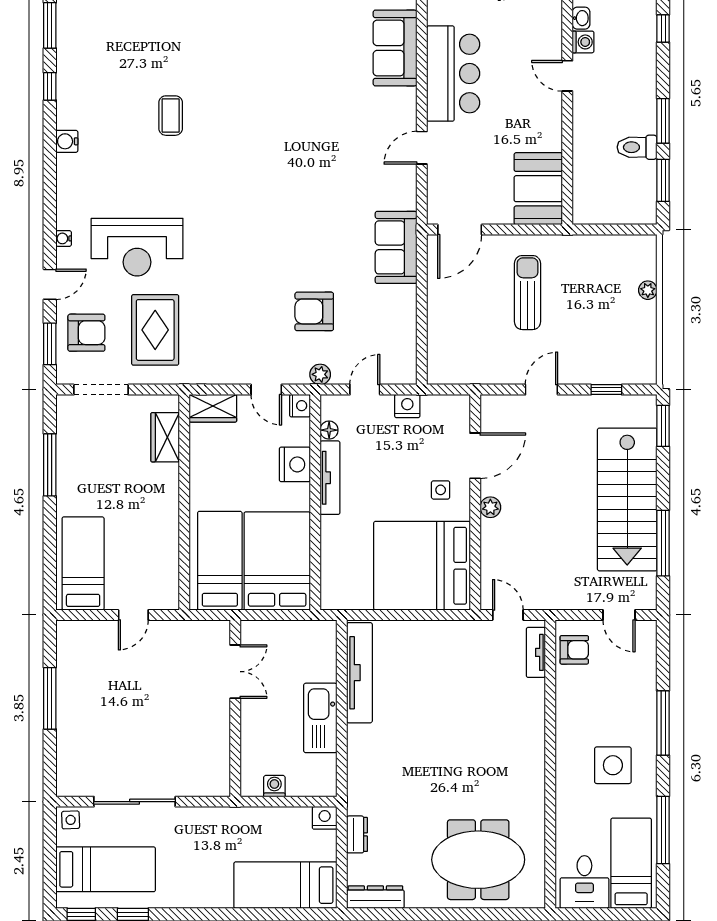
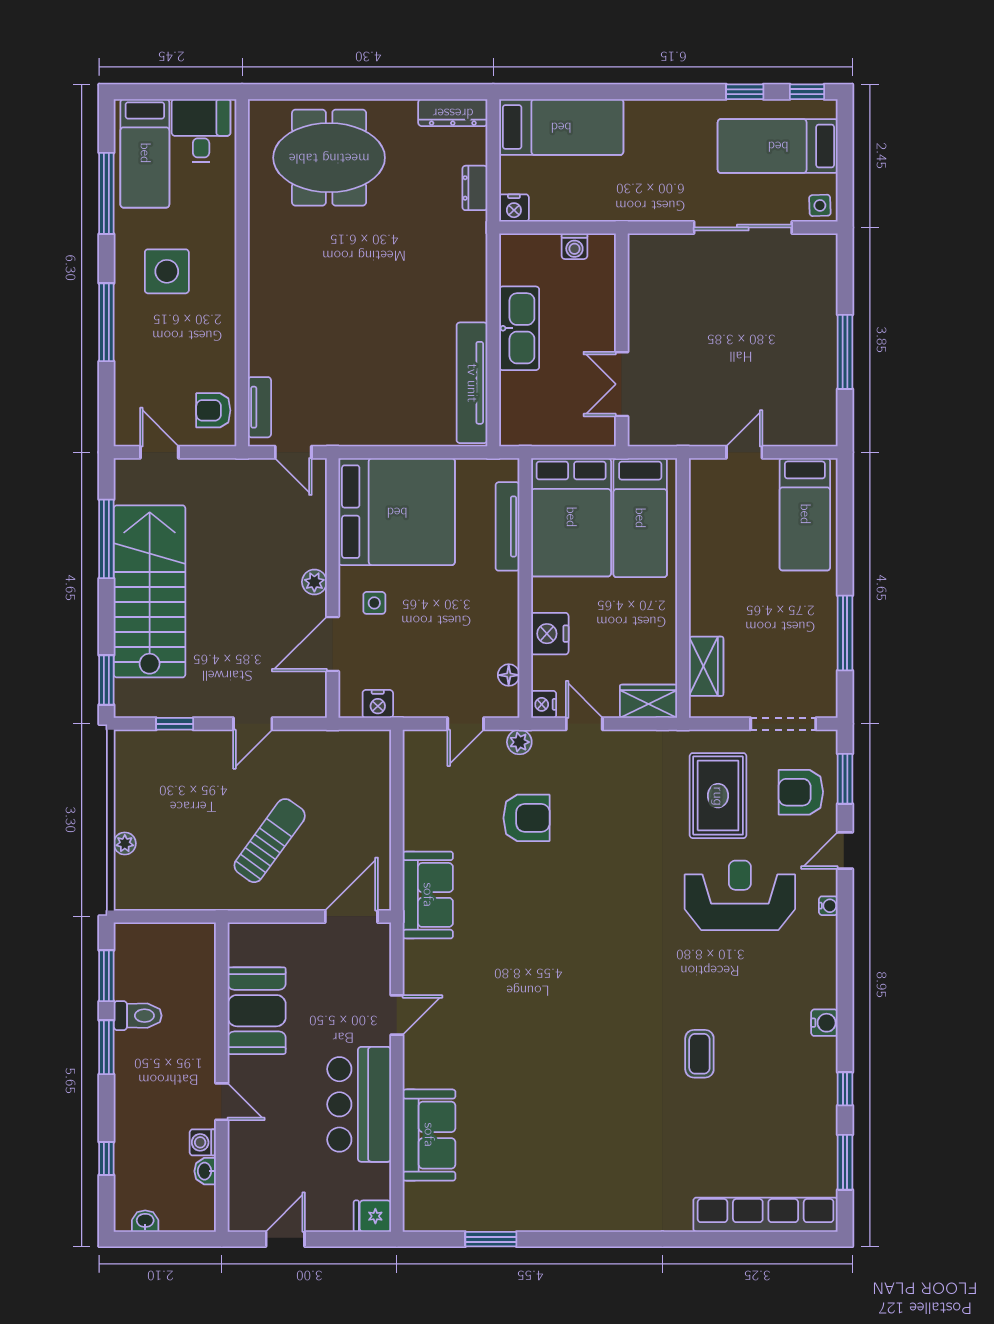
booth: (538, 189) -> (257, 1011), moved
sun lounger: (527, 293) -> (270, 841), turned -144
nightstand: (407, 406) -> (378, 704), moved
tv unit: (330, 478) -> (508, 526), moved

